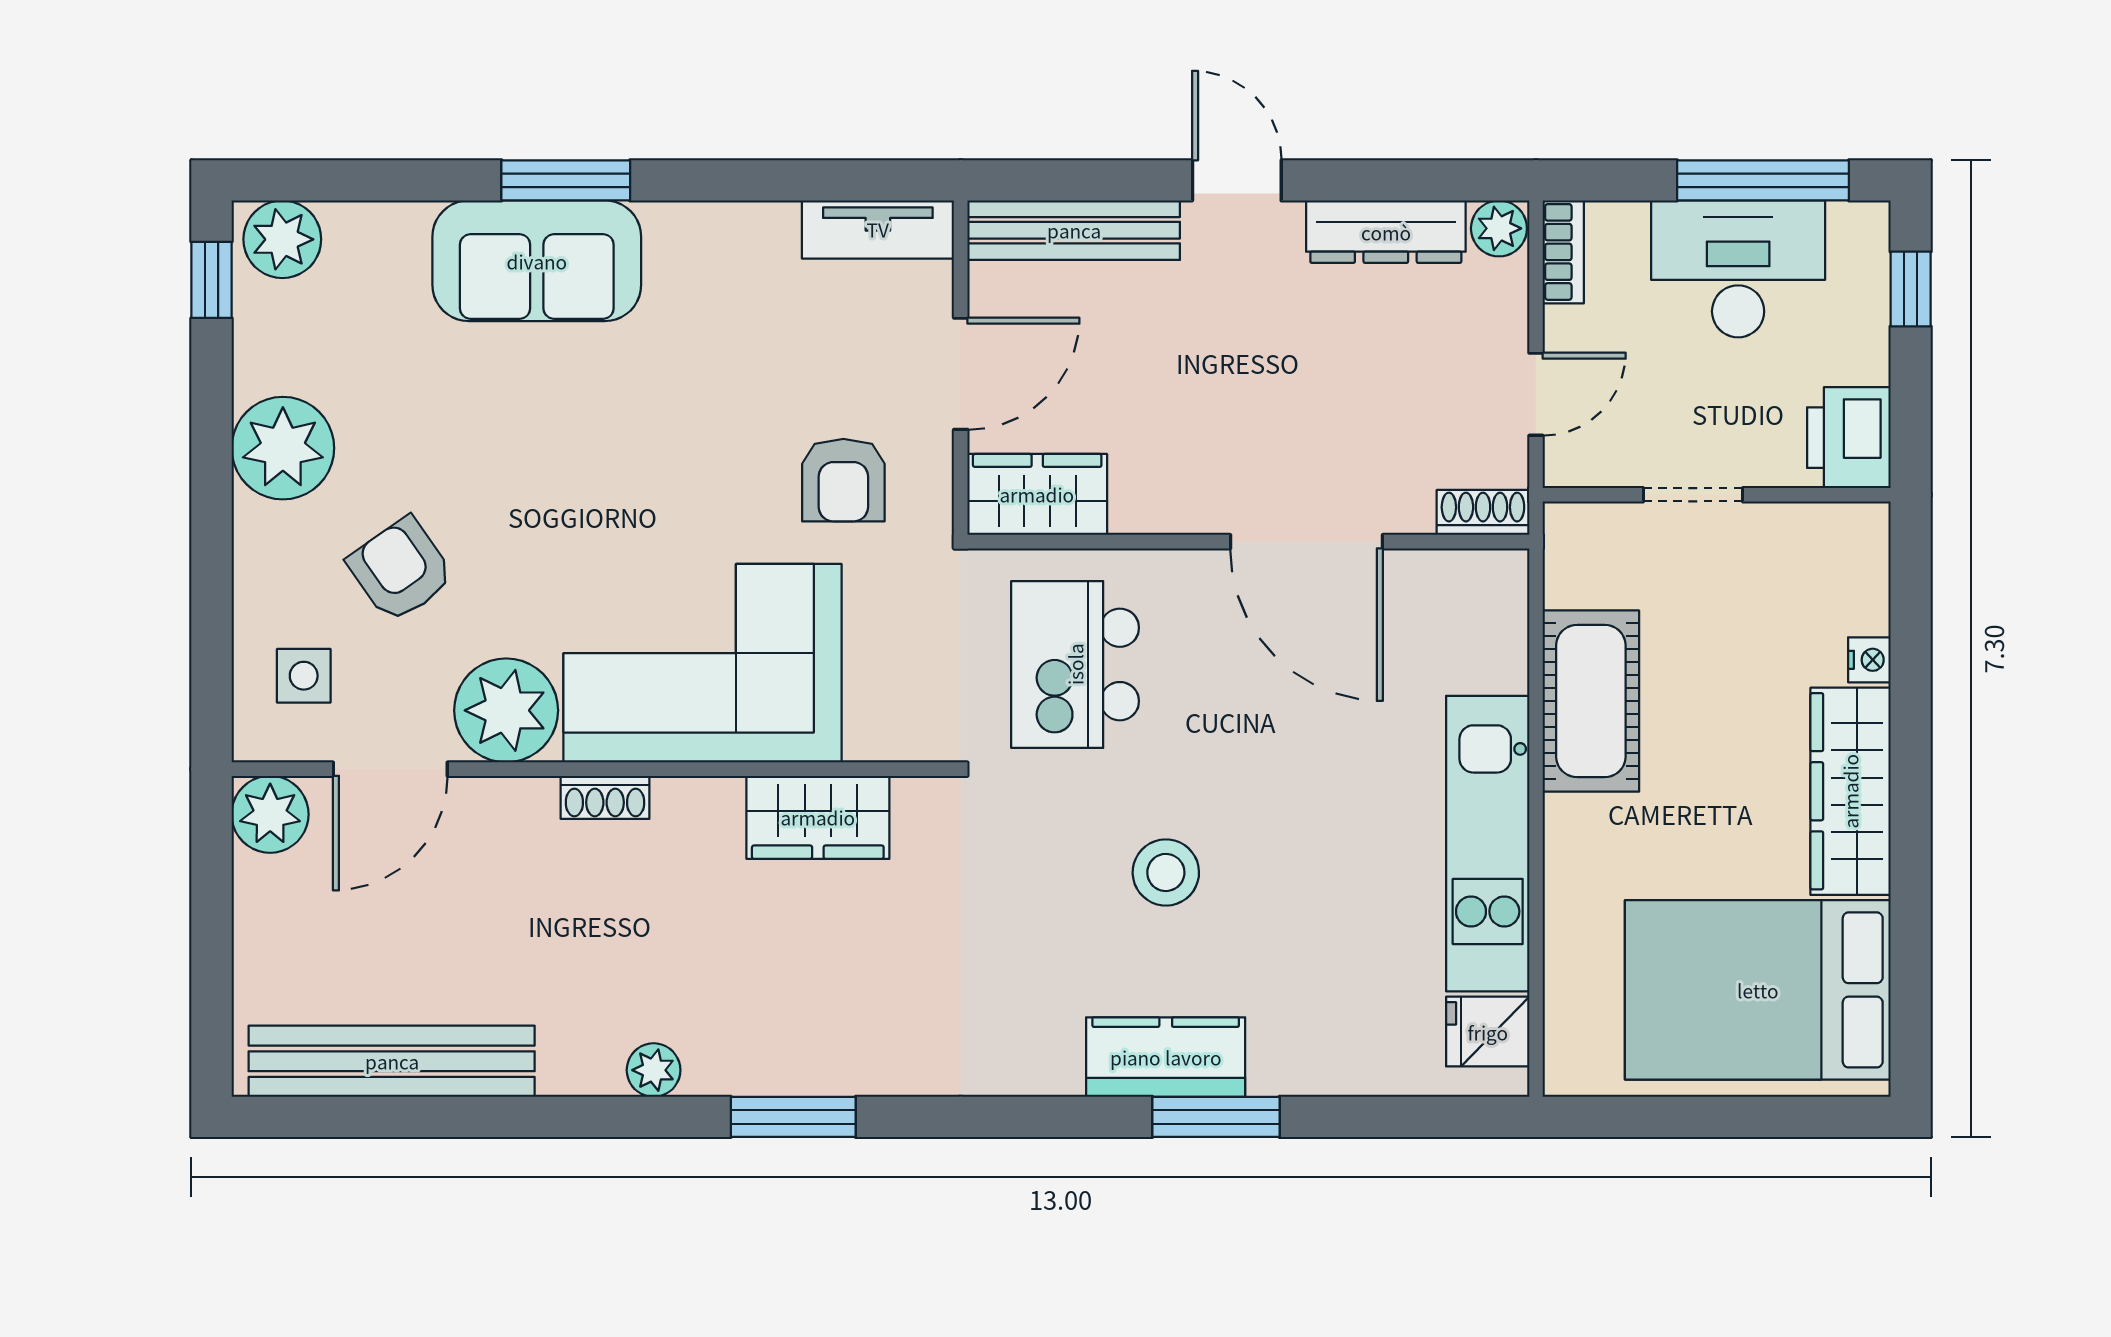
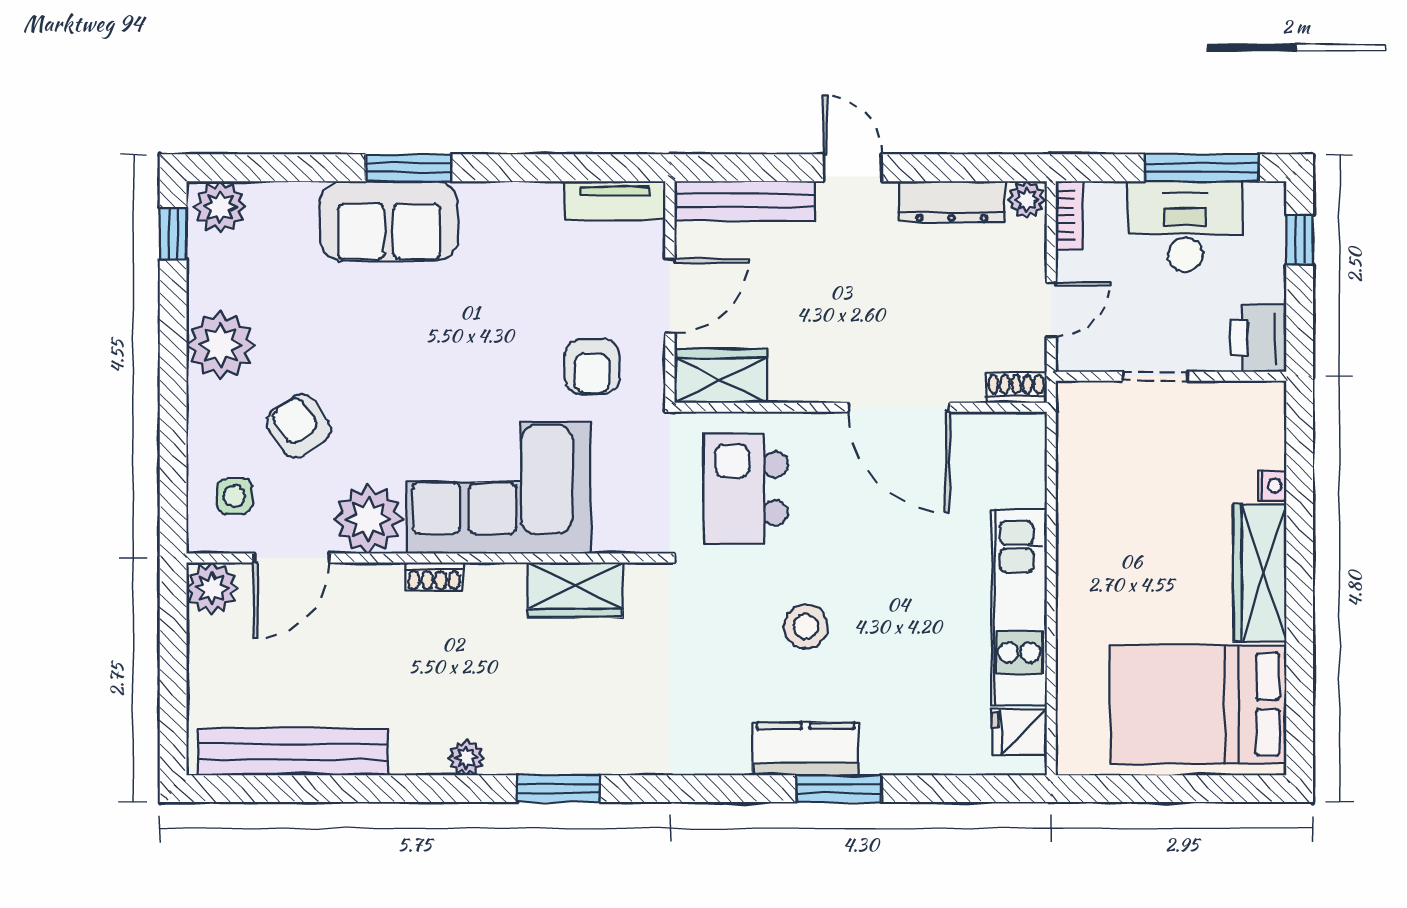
cot: (1591, 701) -> (1088, 513), removed

